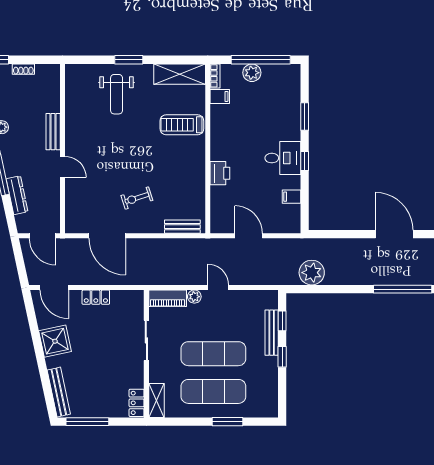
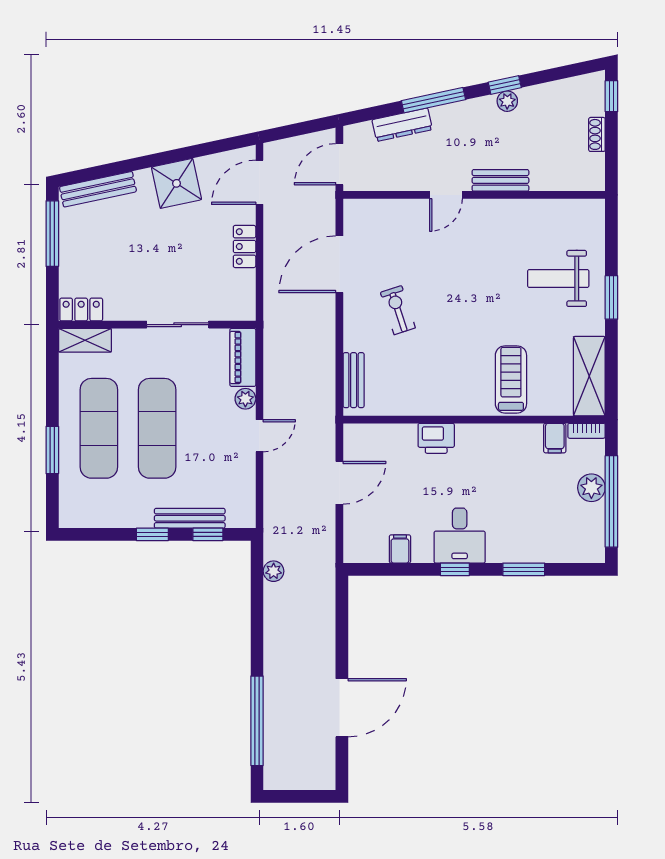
plant: (312, 273) -> (274, 571), width x0.53, depth x0.53

